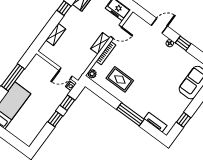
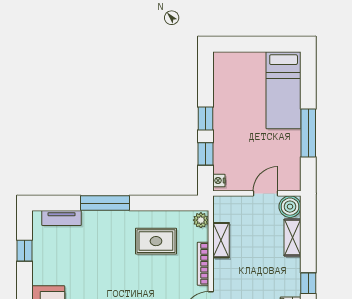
shelving: (100, 43) -> (221, 240), moved
boiler: (46, 50) -> (290, 207), added
door: (66, 73) -> (266, 193), moved

